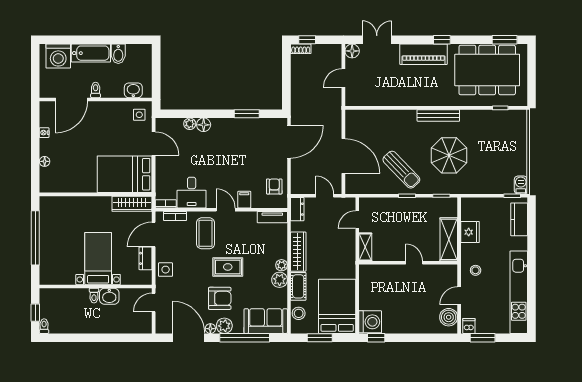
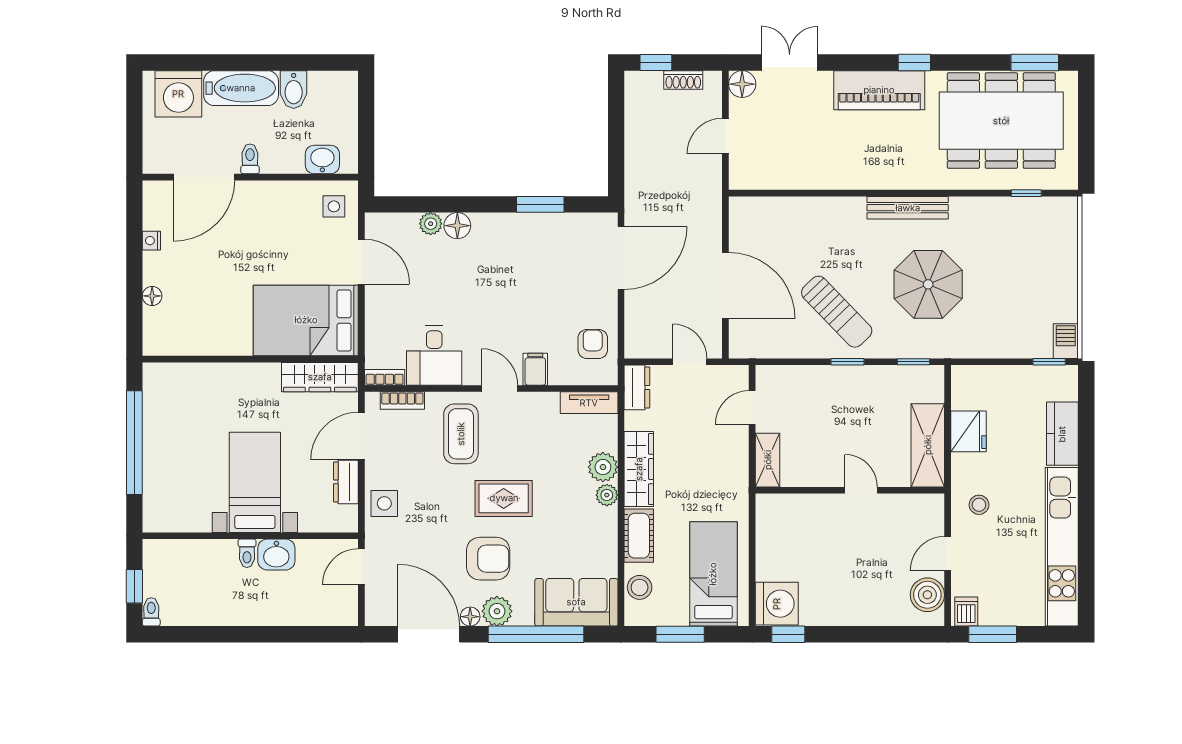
shoe rack: (301, 49) -> (683, 80), moved
kitchen counter: (519, 219) -> (1062, 434), moved
plant: (280, 280) -> (603, 467), moved
bed: (337, 306) -> (713, 574), width x0.67

